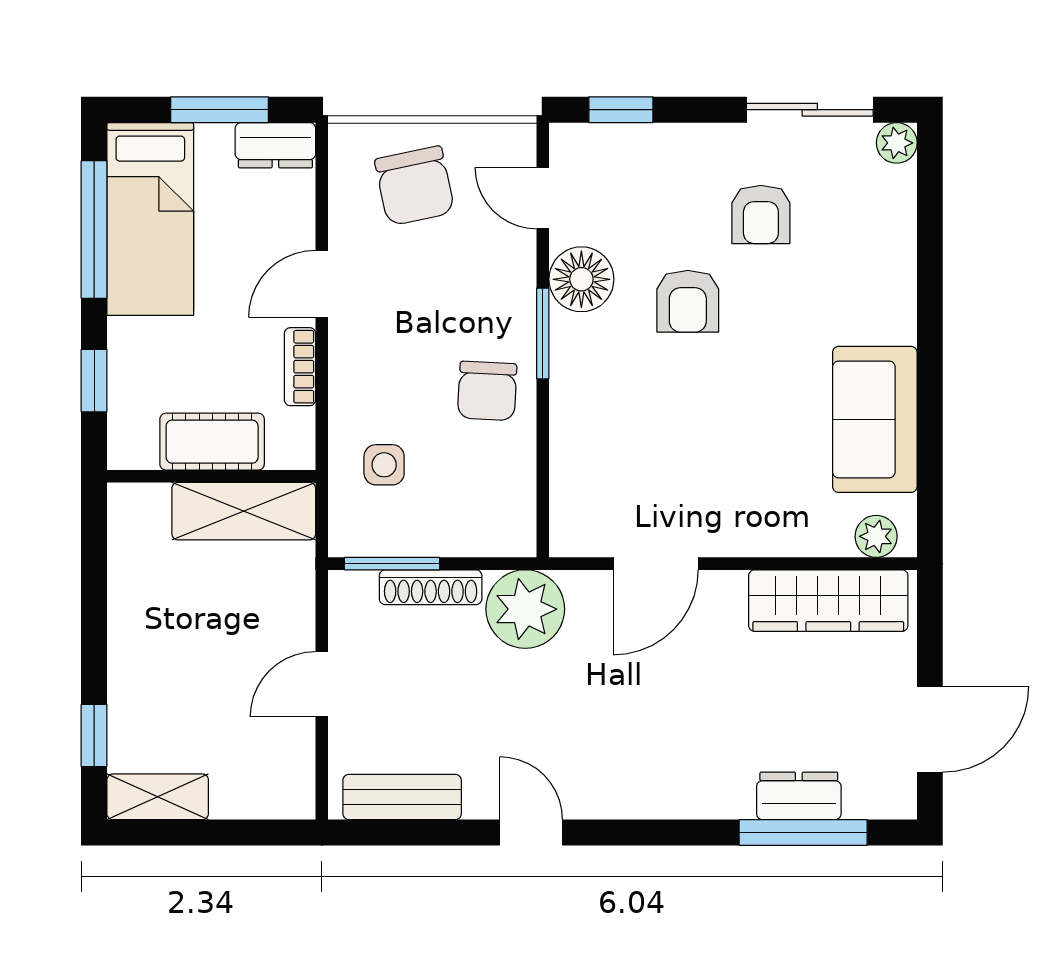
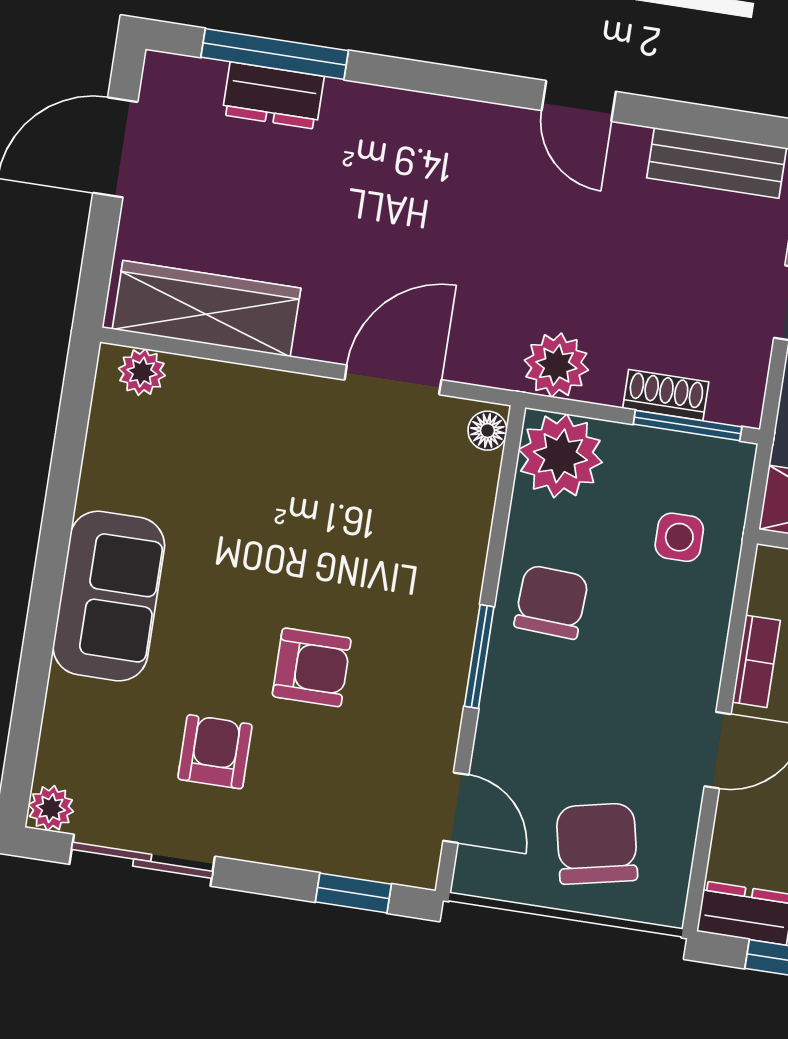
floor lamp: (581, 279) -> (487, 431), moved, width x0.53, depth x0.53
armchair: (688, 301) -> (312, 667), turned 90
sofa: (875, 419) -> (109, 596), moved
plant: (499, 520) -> (560, 456), added
shoe rack: (431, 587) -> (666, 395), width x0.70
plant: (525, 609) -> (556, 365), width x0.73, depth x0.73

